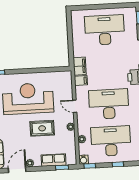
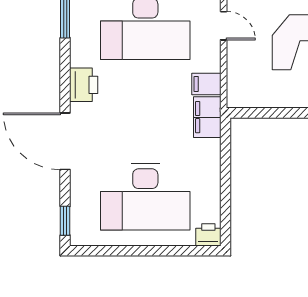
printer: (76, 15) -> (208, 235), added

